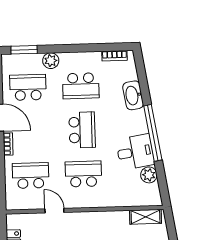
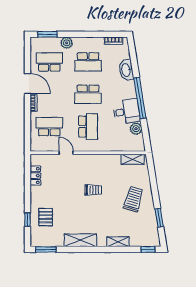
school desk: (82, 130) -> (88, 94), turned 90
school desk: (83, 174) -> (88, 127), turned 90

